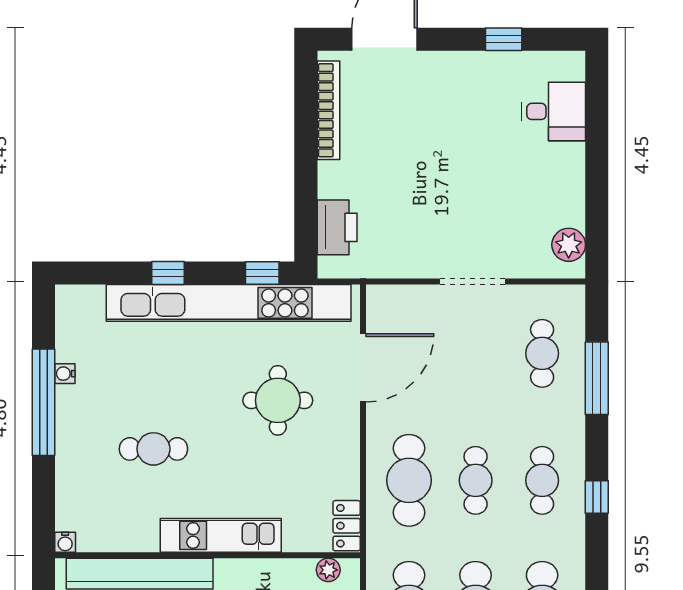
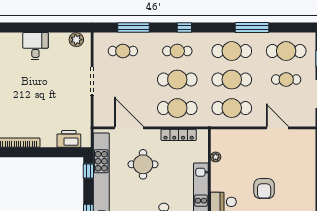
desk: (554, 111) -> (35, 46), moved
cafe table: (476, 480) -> (177, 80), width x1.37, depth x1.35
locker: (347, 526) -> (179, 135), moved, width x1.53
plant: (328, 570) -> (216, 157), moved

